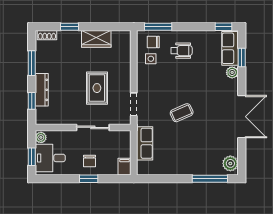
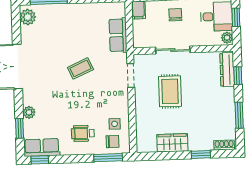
row of seats: (230, 48) -> (42, 147), moved, turned -90
dresser: (42, 90) -> (227, 70), moved

